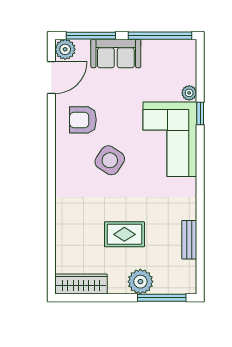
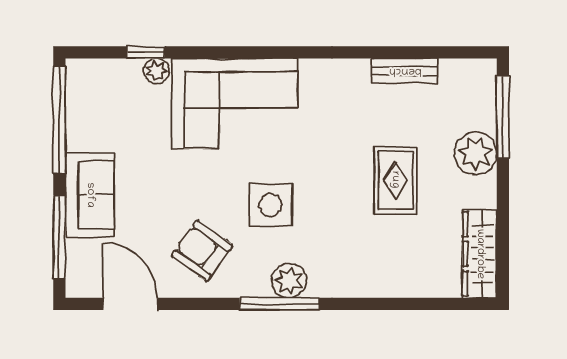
plant: (65, 49) -> (289, 281), moved
window: (200, 114) -> (146, 52), moved
armchair: (83, 120) -> (202, 251), turned 126
side table: (110, 160) -> (270, 205), turned -33
window: (51, 166) -> (280, 304), added

